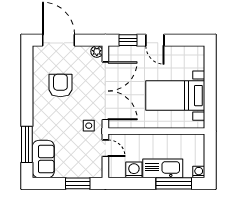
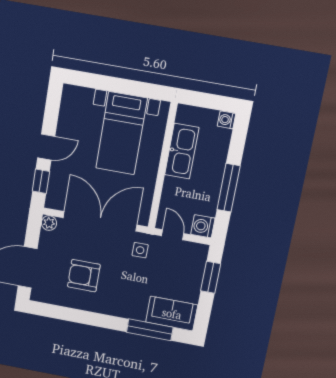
door: (105, 148) -> (173, 235), hinge flipped
kitchen sink: (163, 168) -> (182, 151), moved, turned 180
washing machine: (134, 170) -> (203, 226), moved
window: (174, 183) -> (228, 188), moved

